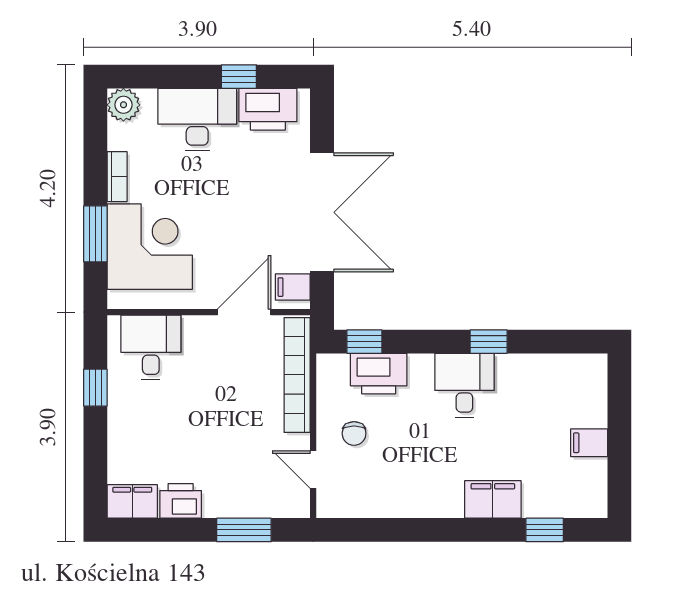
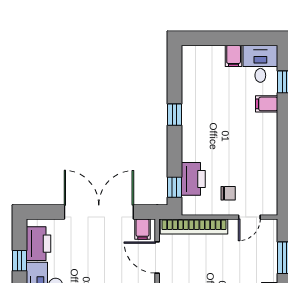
desk: (464, 385) -> (260, 64), moved, turned 90
filing cabinet: (493, 499) -> (267, 104), width x0.50

